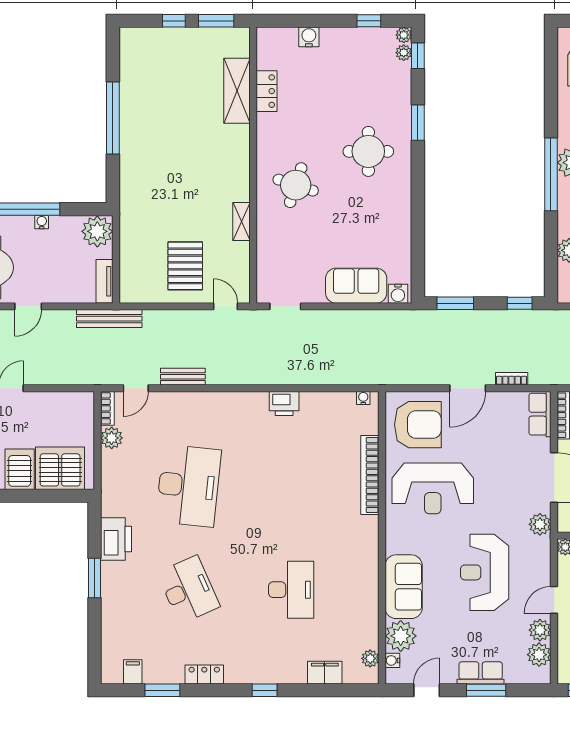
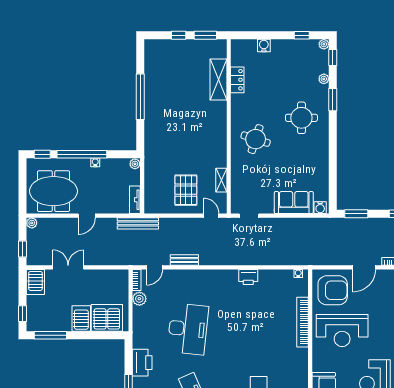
plant: (404, 53) -> (324, 79), moved
shelving: (241, 221) -> (221, 180), moved
plant: (97, 231) -> (135, 164), width x0.53, depth x0.53

